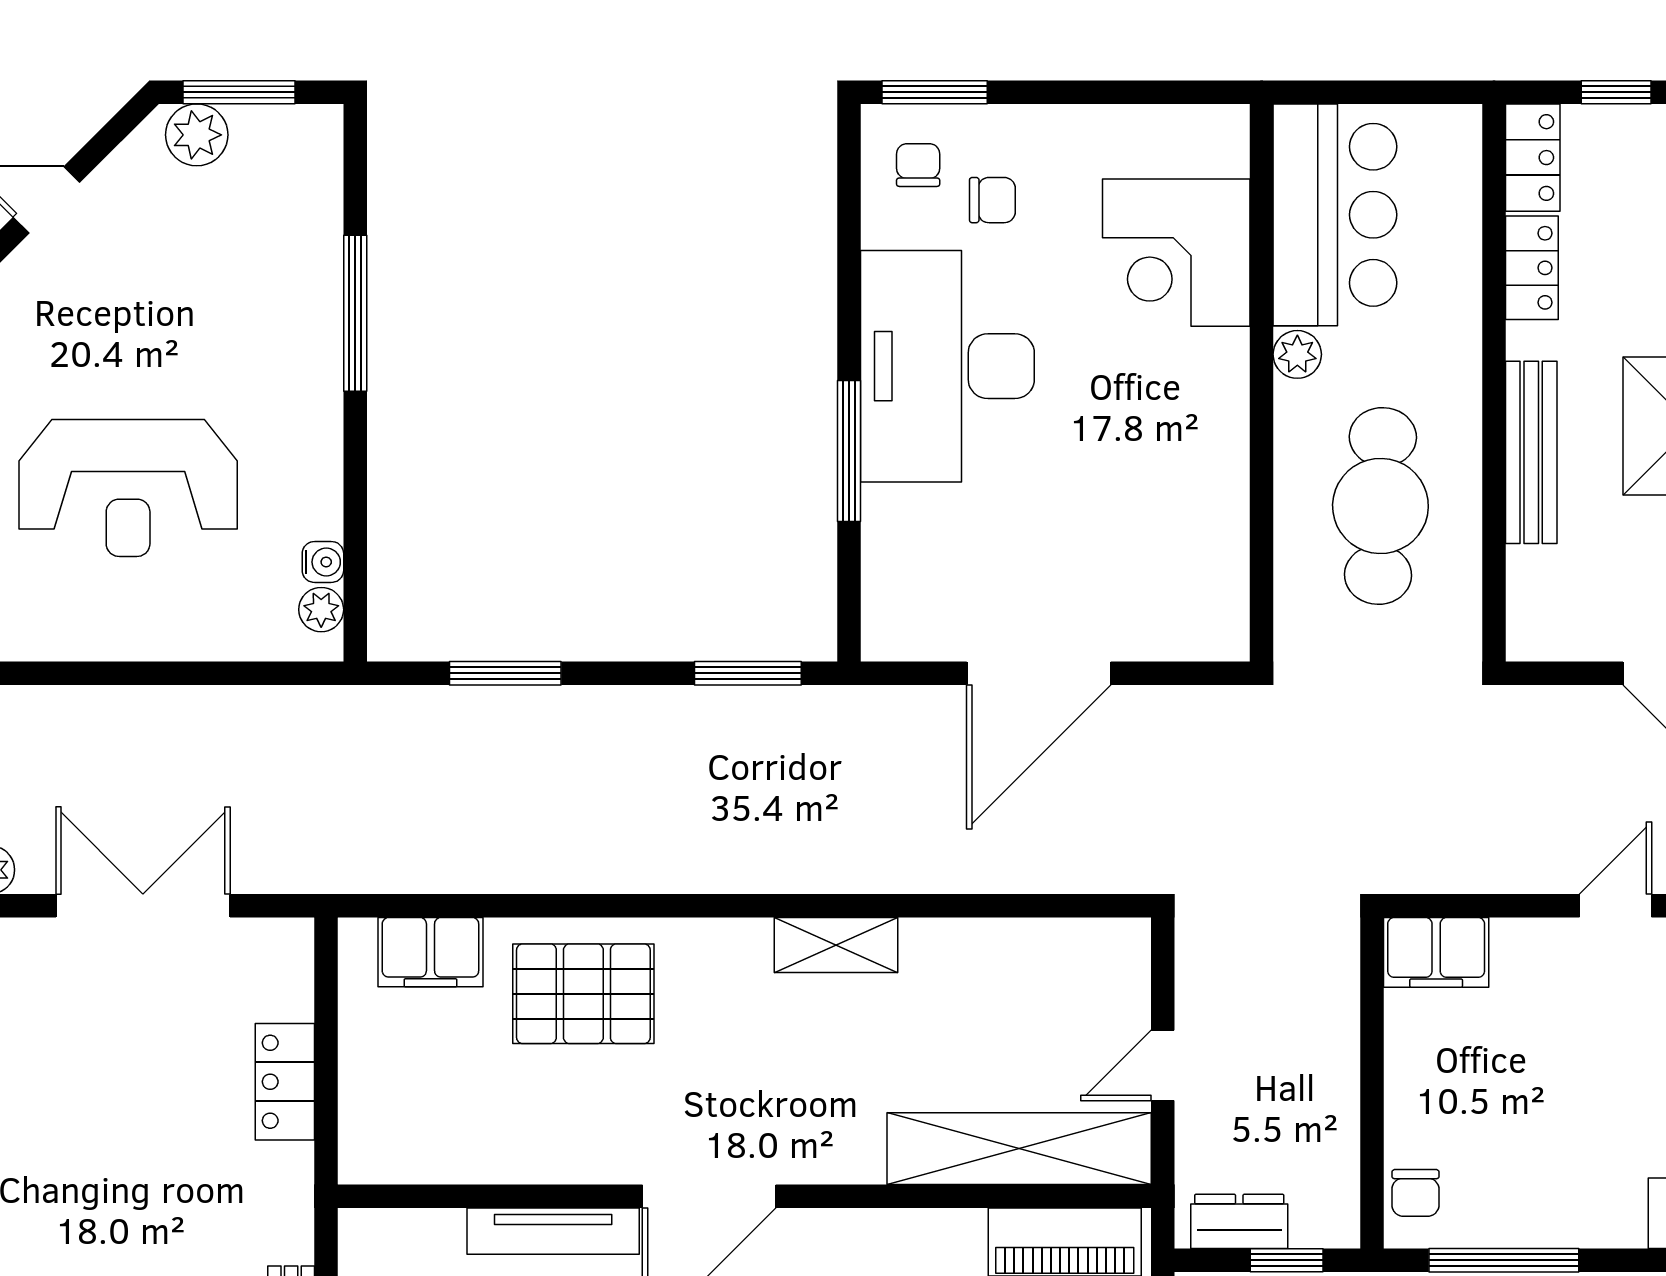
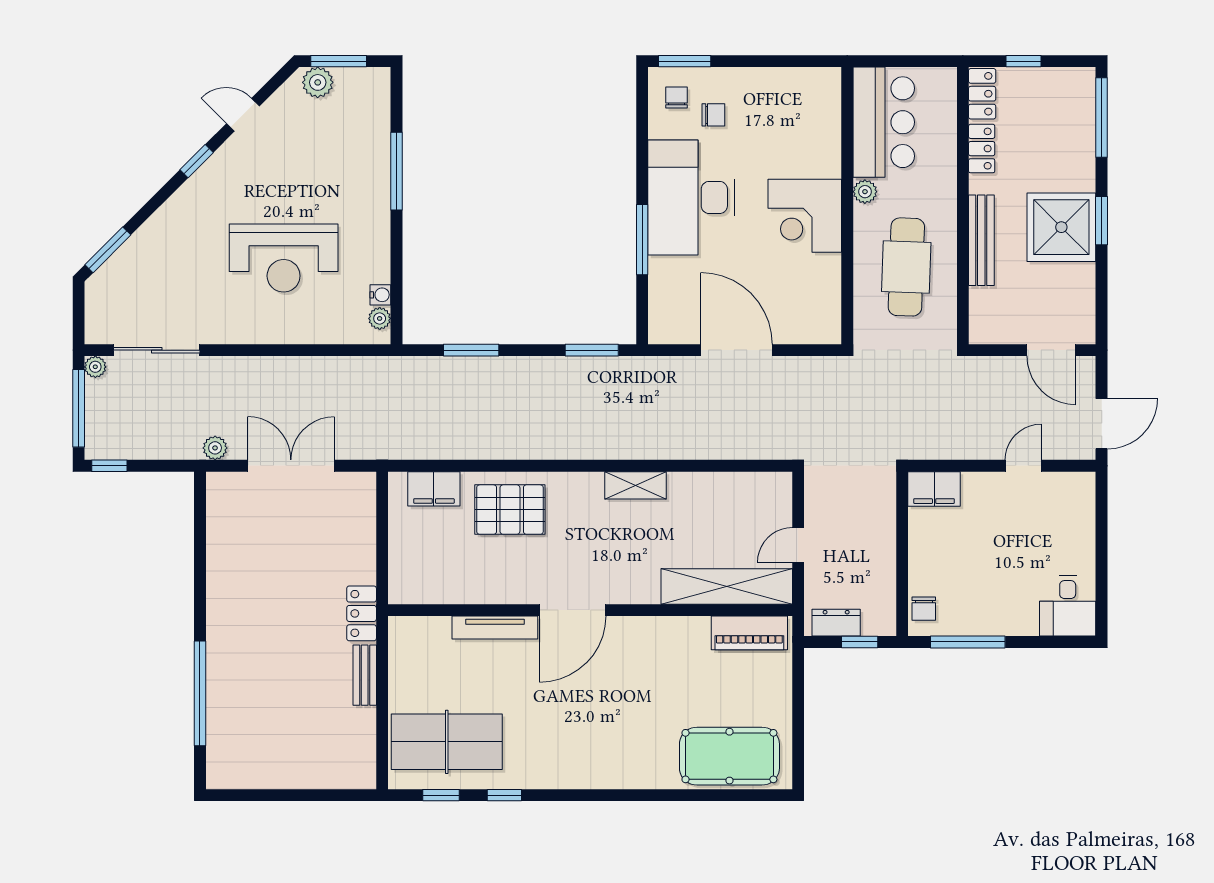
corner desk: (1176, 253) -> (805, 216), moved
door: (1039, 673) -> (736, 350), swing flipped
locker: (285, 1082) -> (362, 613), moved

